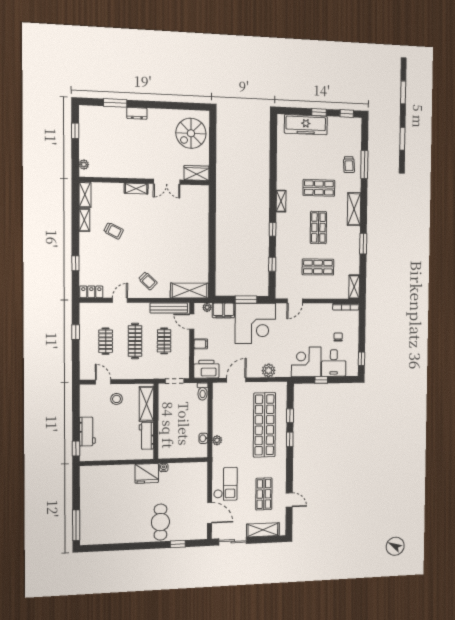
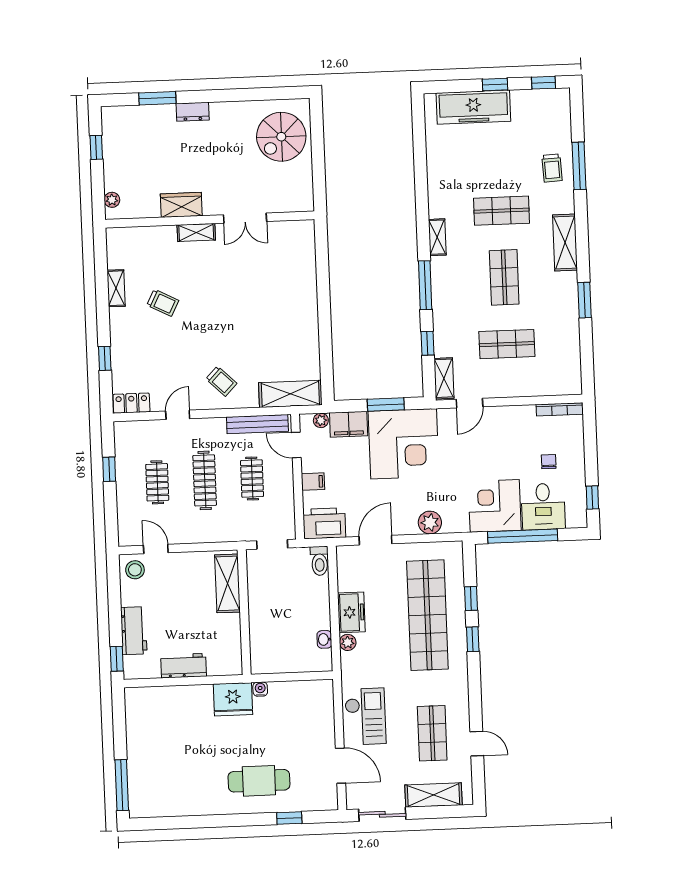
wardrobe: (197, 173) -> (181, 205), moved
shelving: (85, 195) -> (115, 248), removed
window: (273, 229) -> (425, 285), width x2.17
shelving: (354, 287) -> (444, 378), moved
window: (321, 380) -> (523, 536), width x3.17
stool: (117, 399) -> (135, 570), moved
freezer: (220, 423) -> (351, 612), added
workbench: (146, 436) -> (184, 666), moved, turned 90
cafe table: (160, 522) -> (259, 781), turned 90

